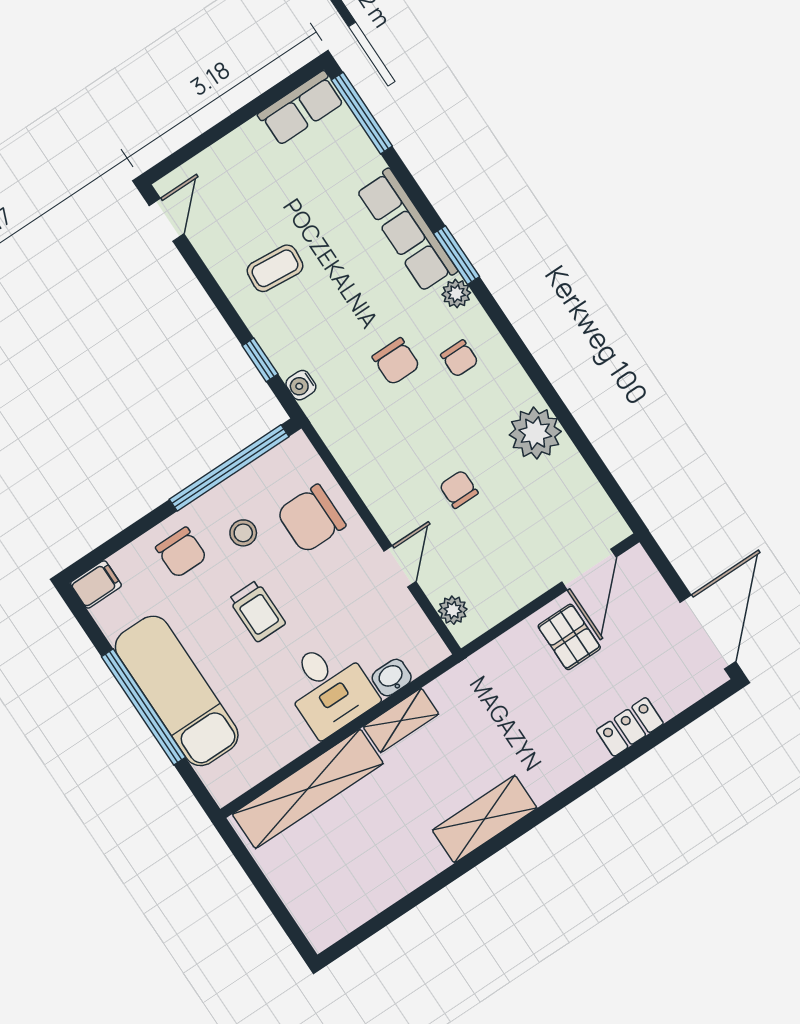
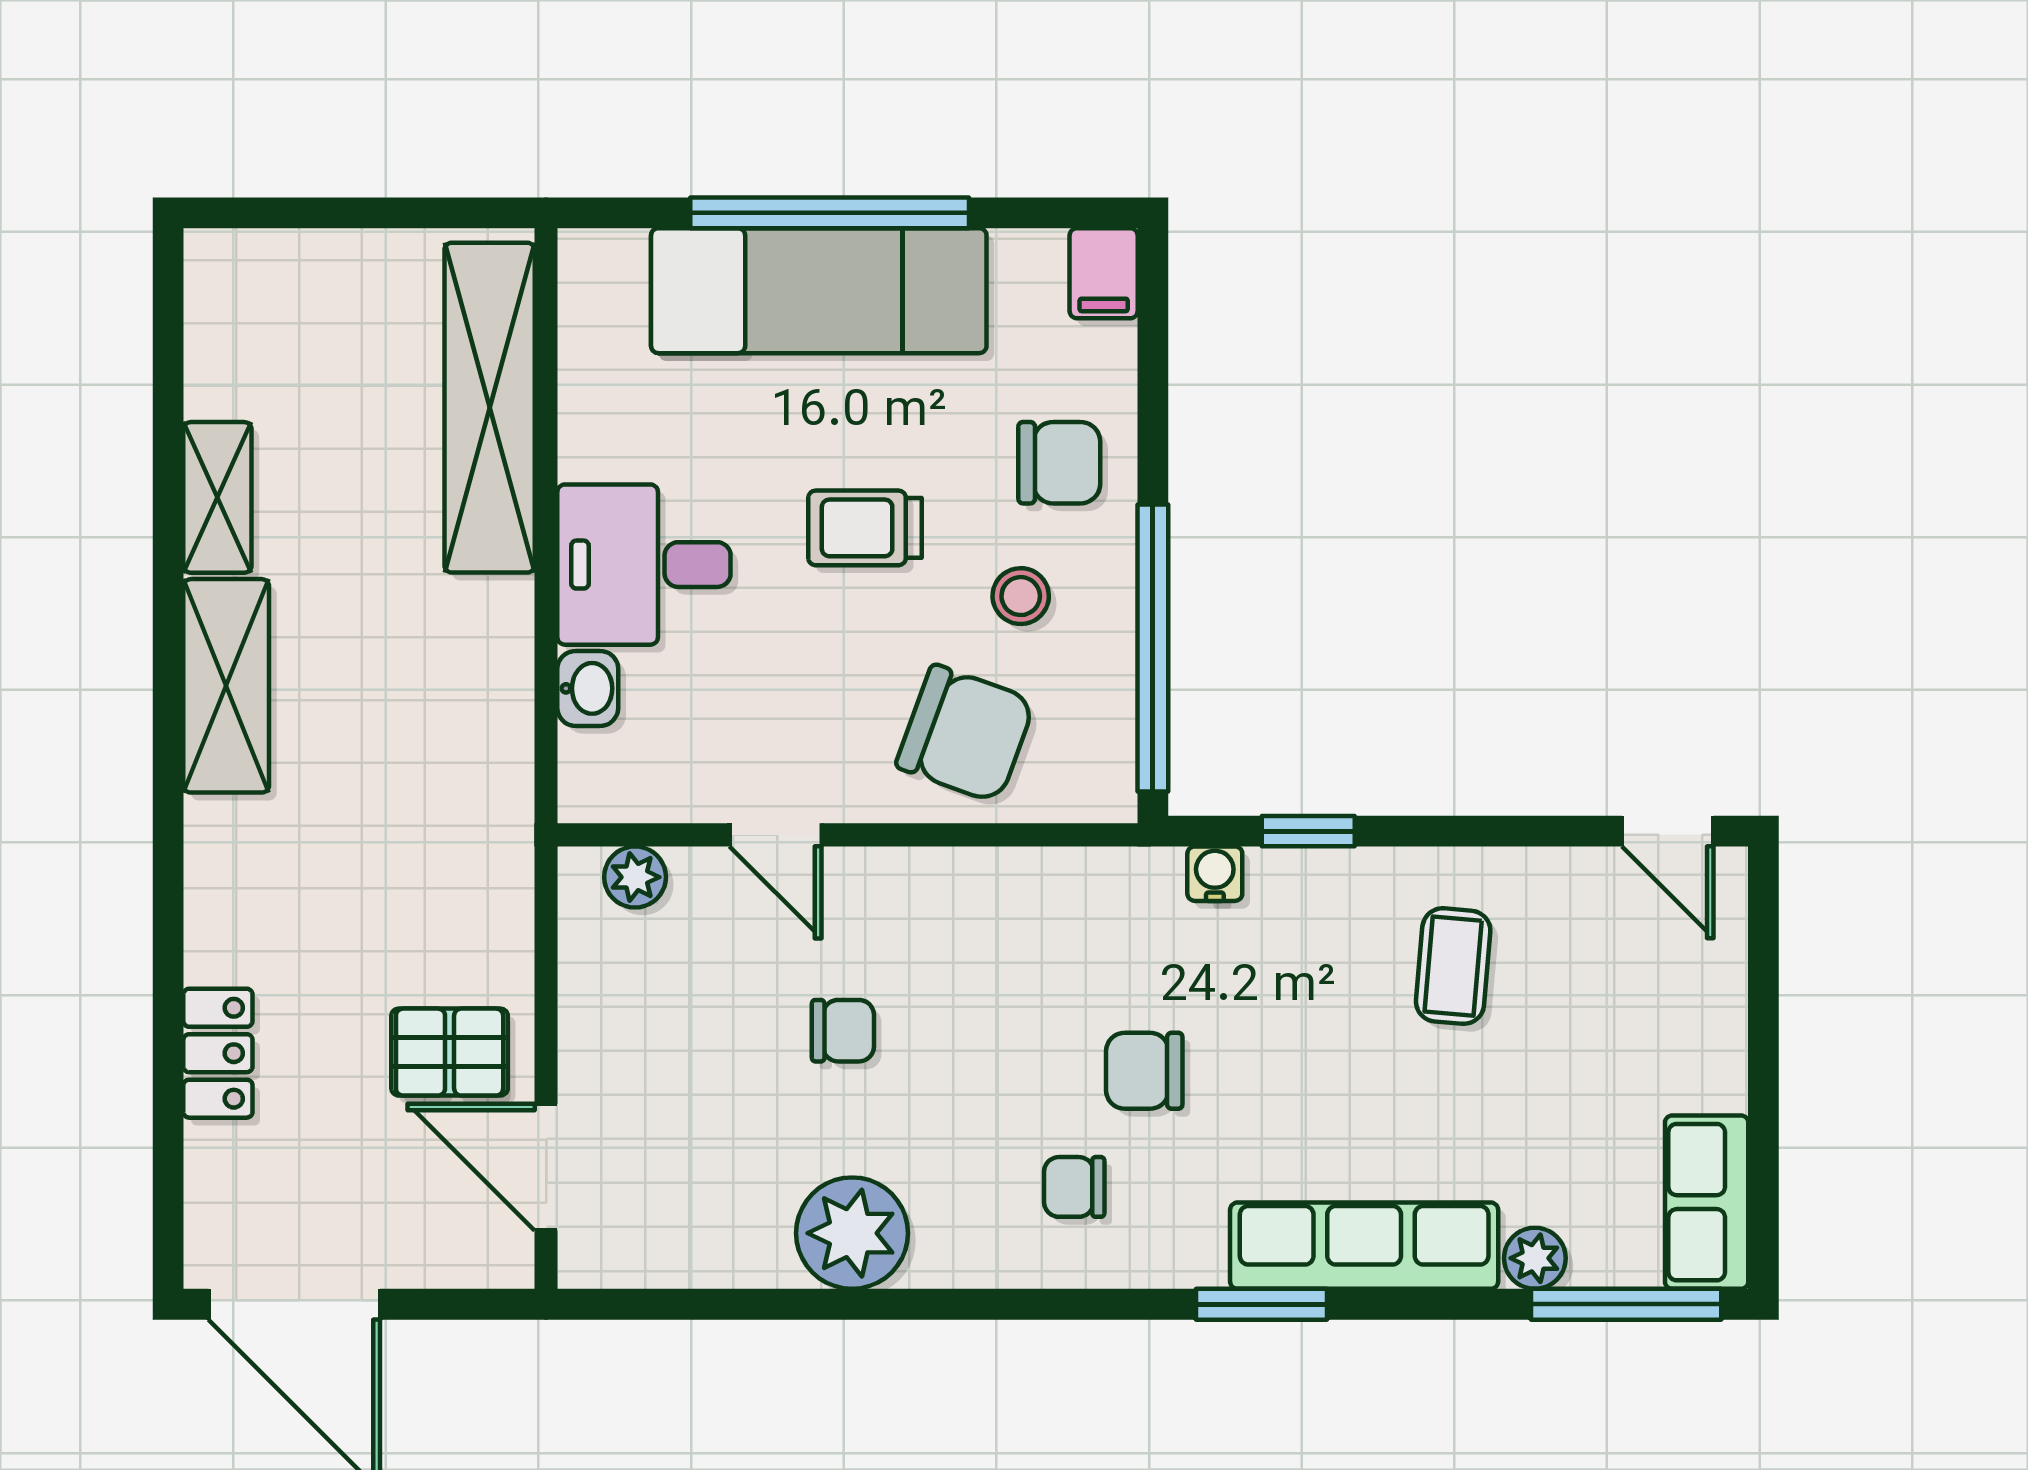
plant: (456, 294) -> (1535, 1258), moved
chair: (311, 519) -> (965, 734), turned 110
chair: (181, 552) -> (1059, 463), turned 180
shelving: (401, 720) -> (217, 497), moved

